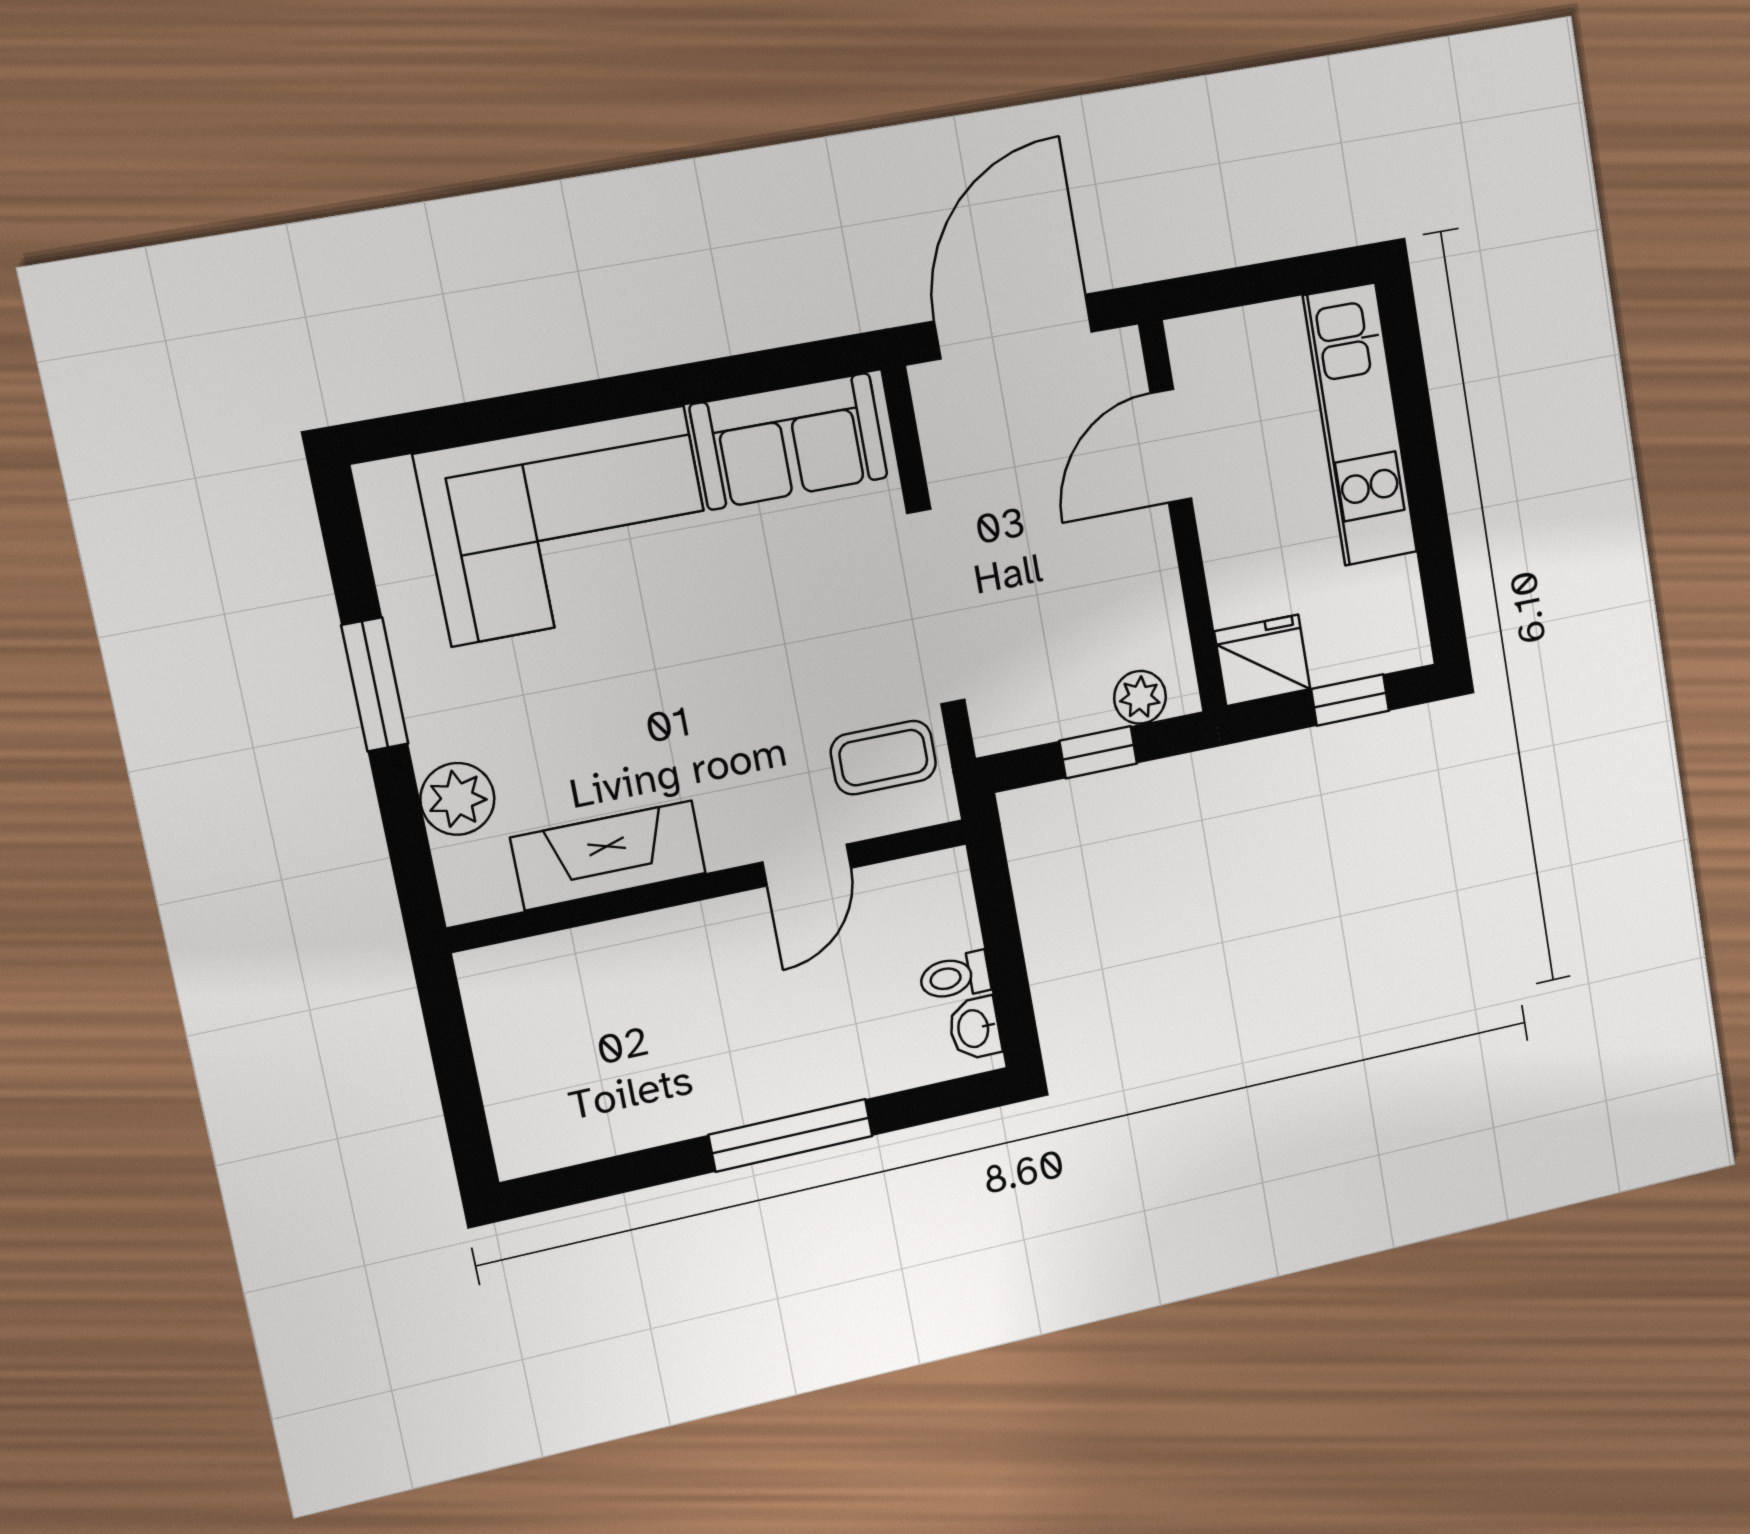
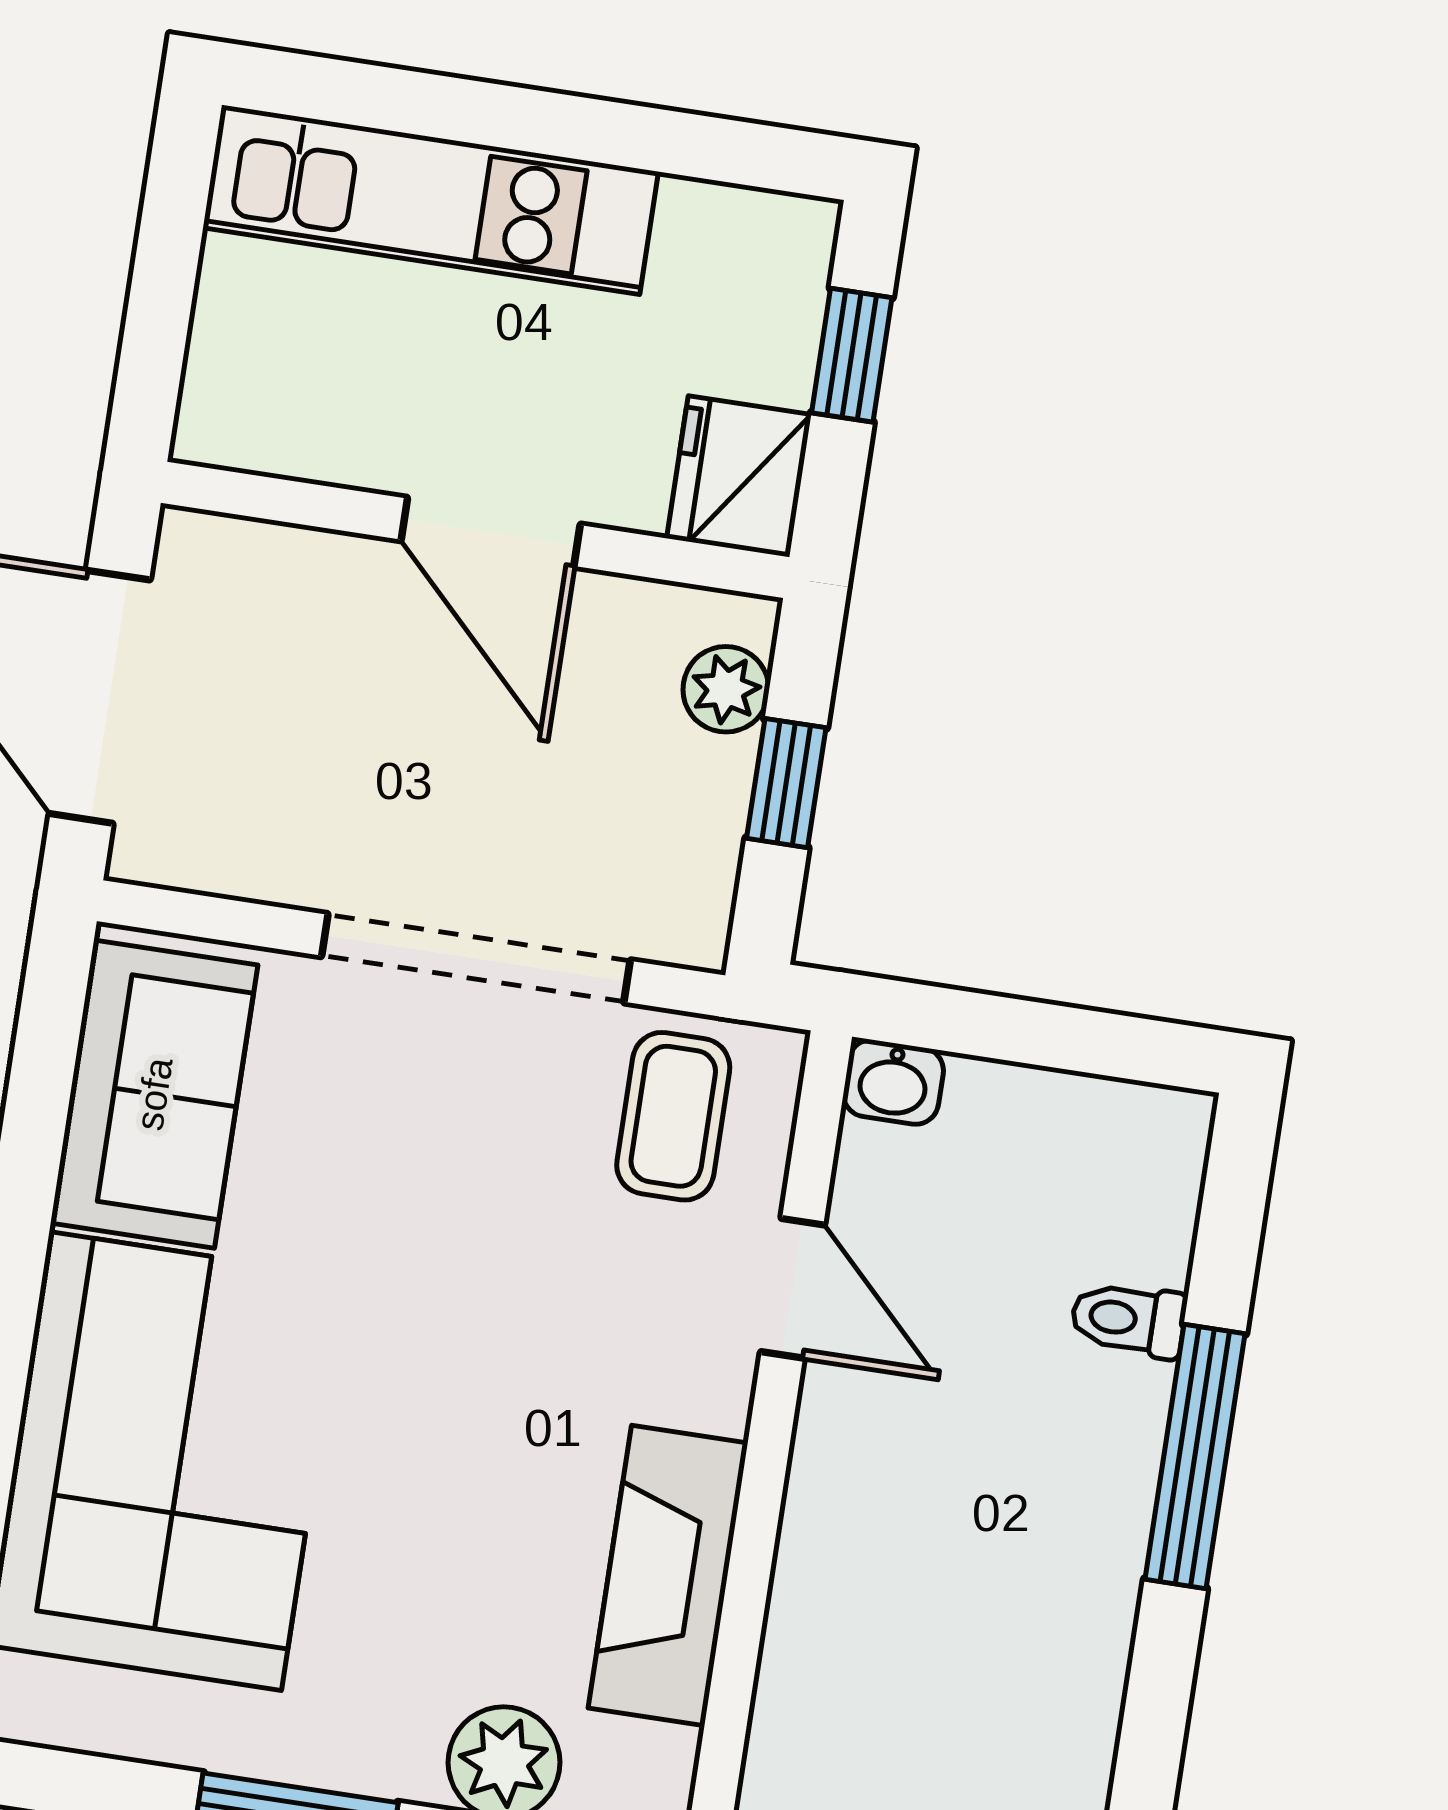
door: (1171, 446) -> (491, 532), moved
toilet: (955, 977) -> (1128, 1319), moved, turned 90
washbasin: (975, 1028) -> (893, 1082), moved

